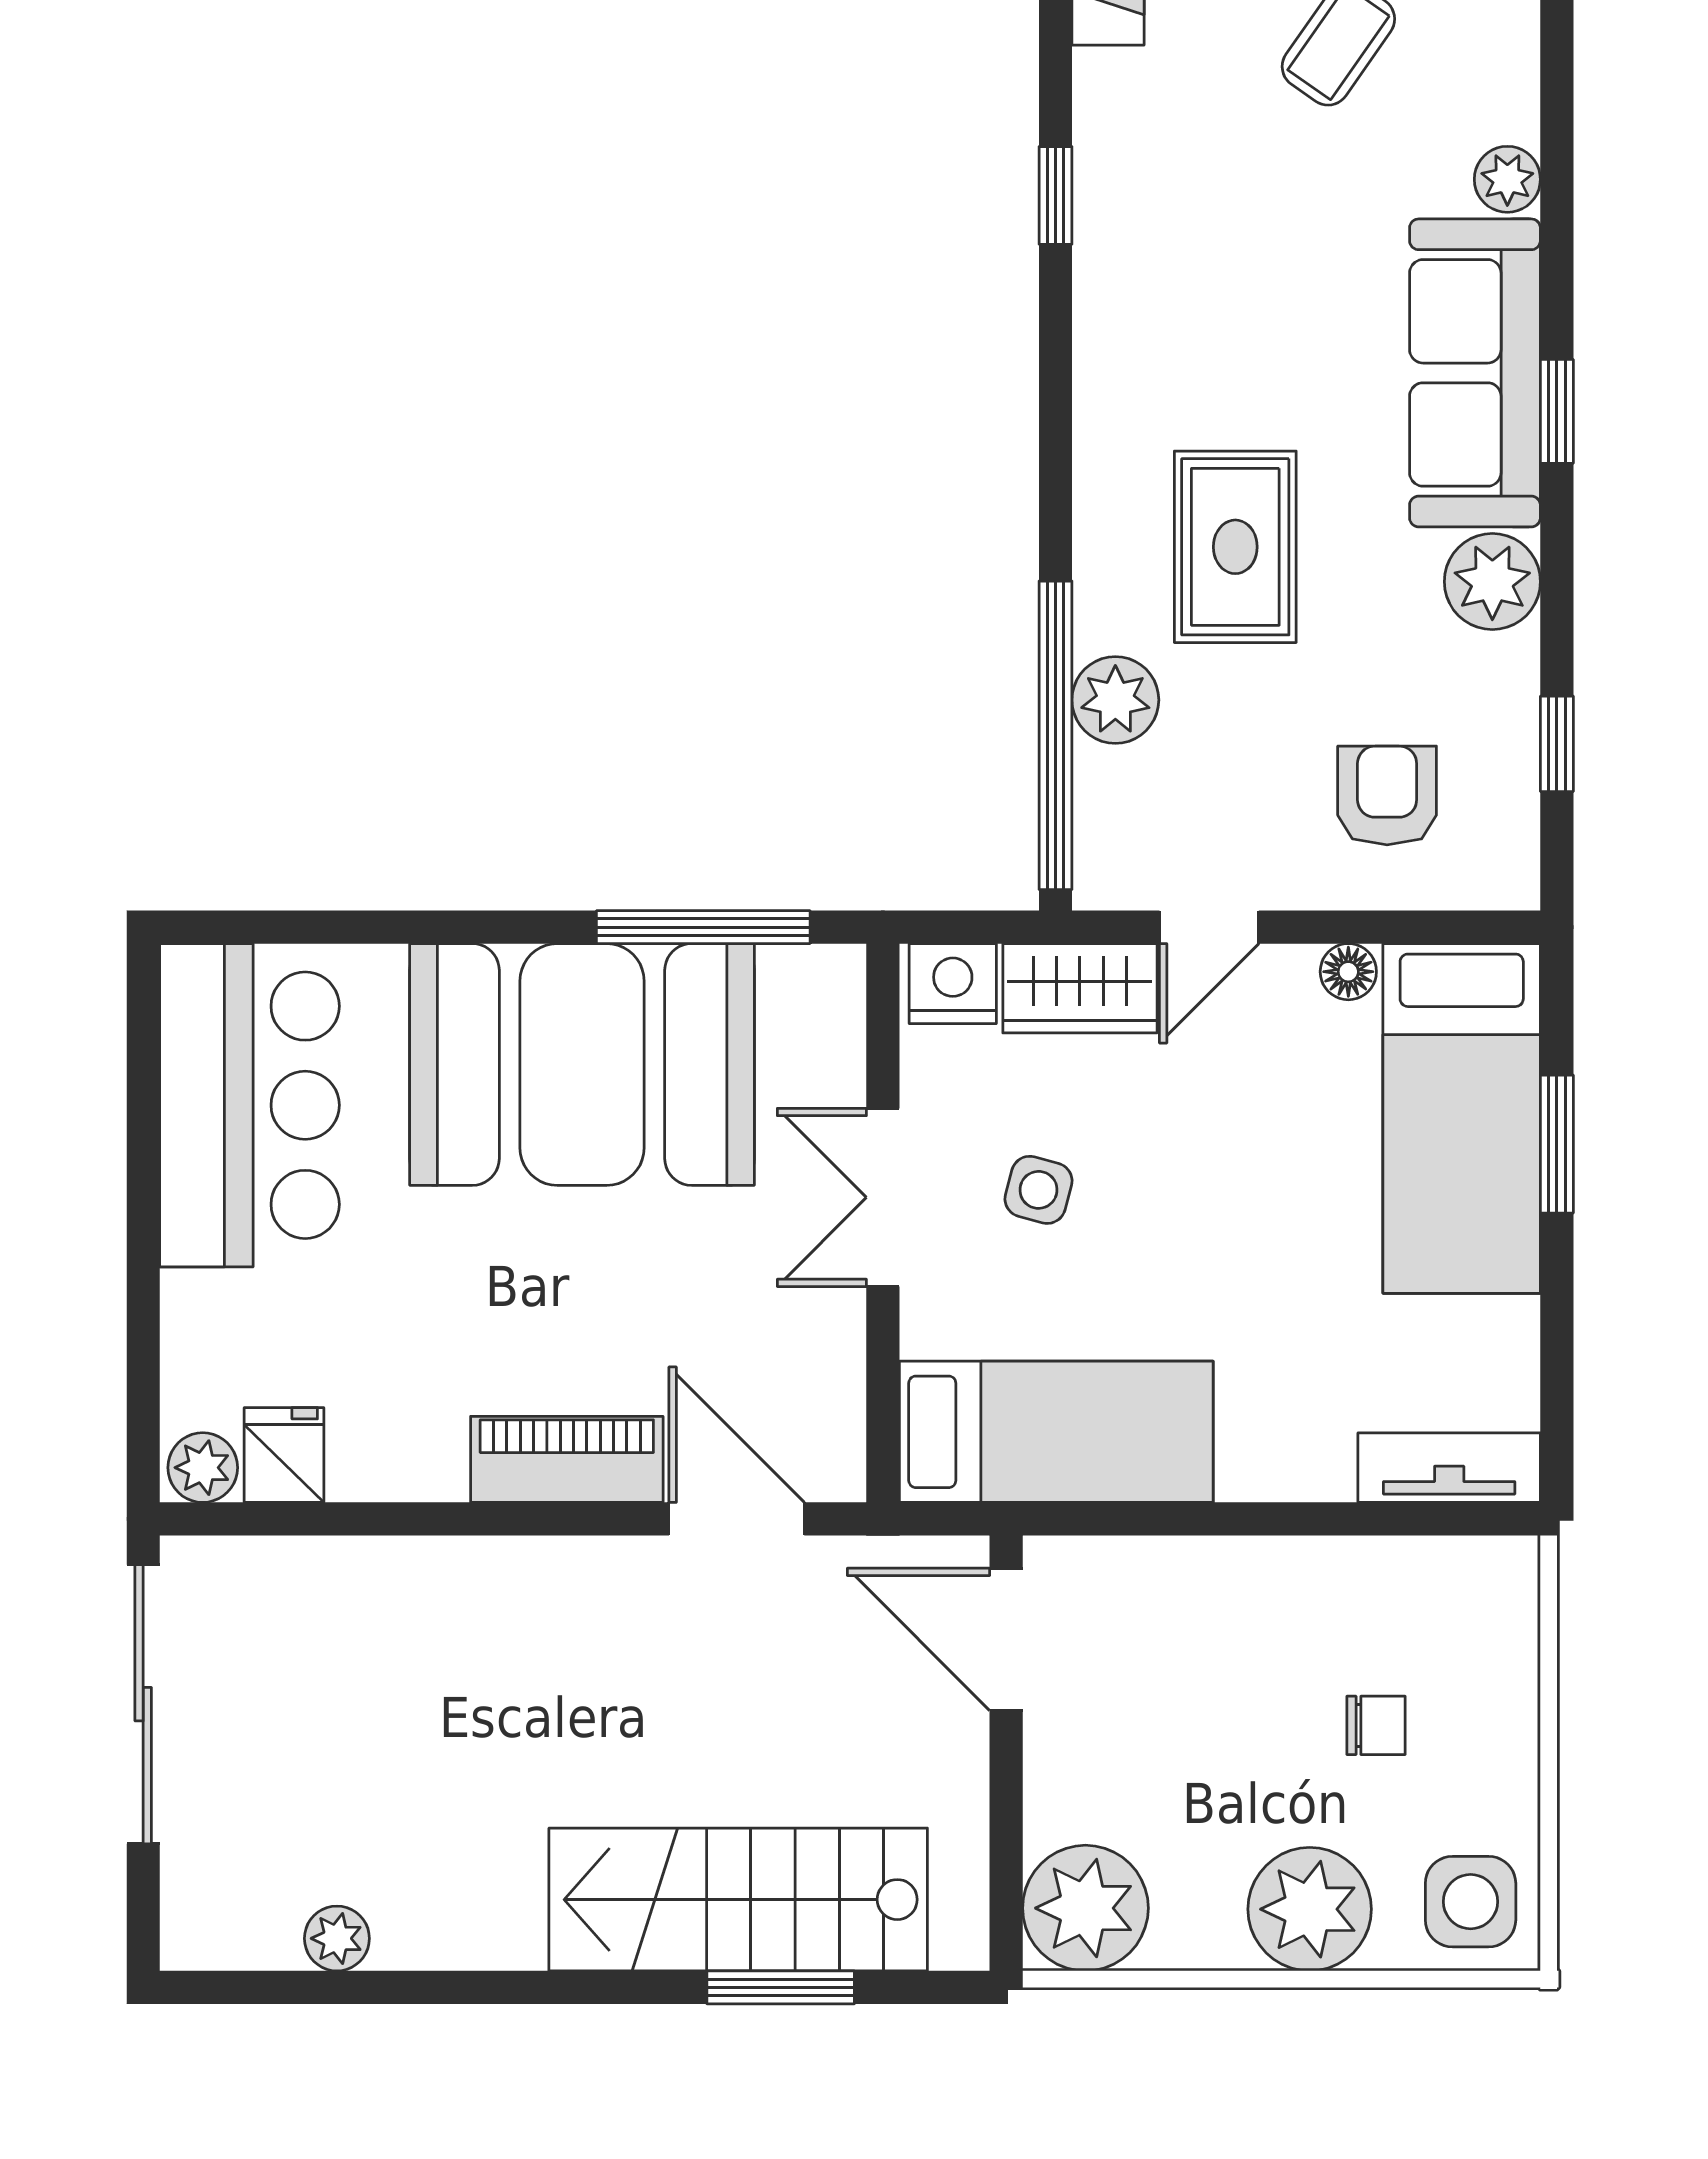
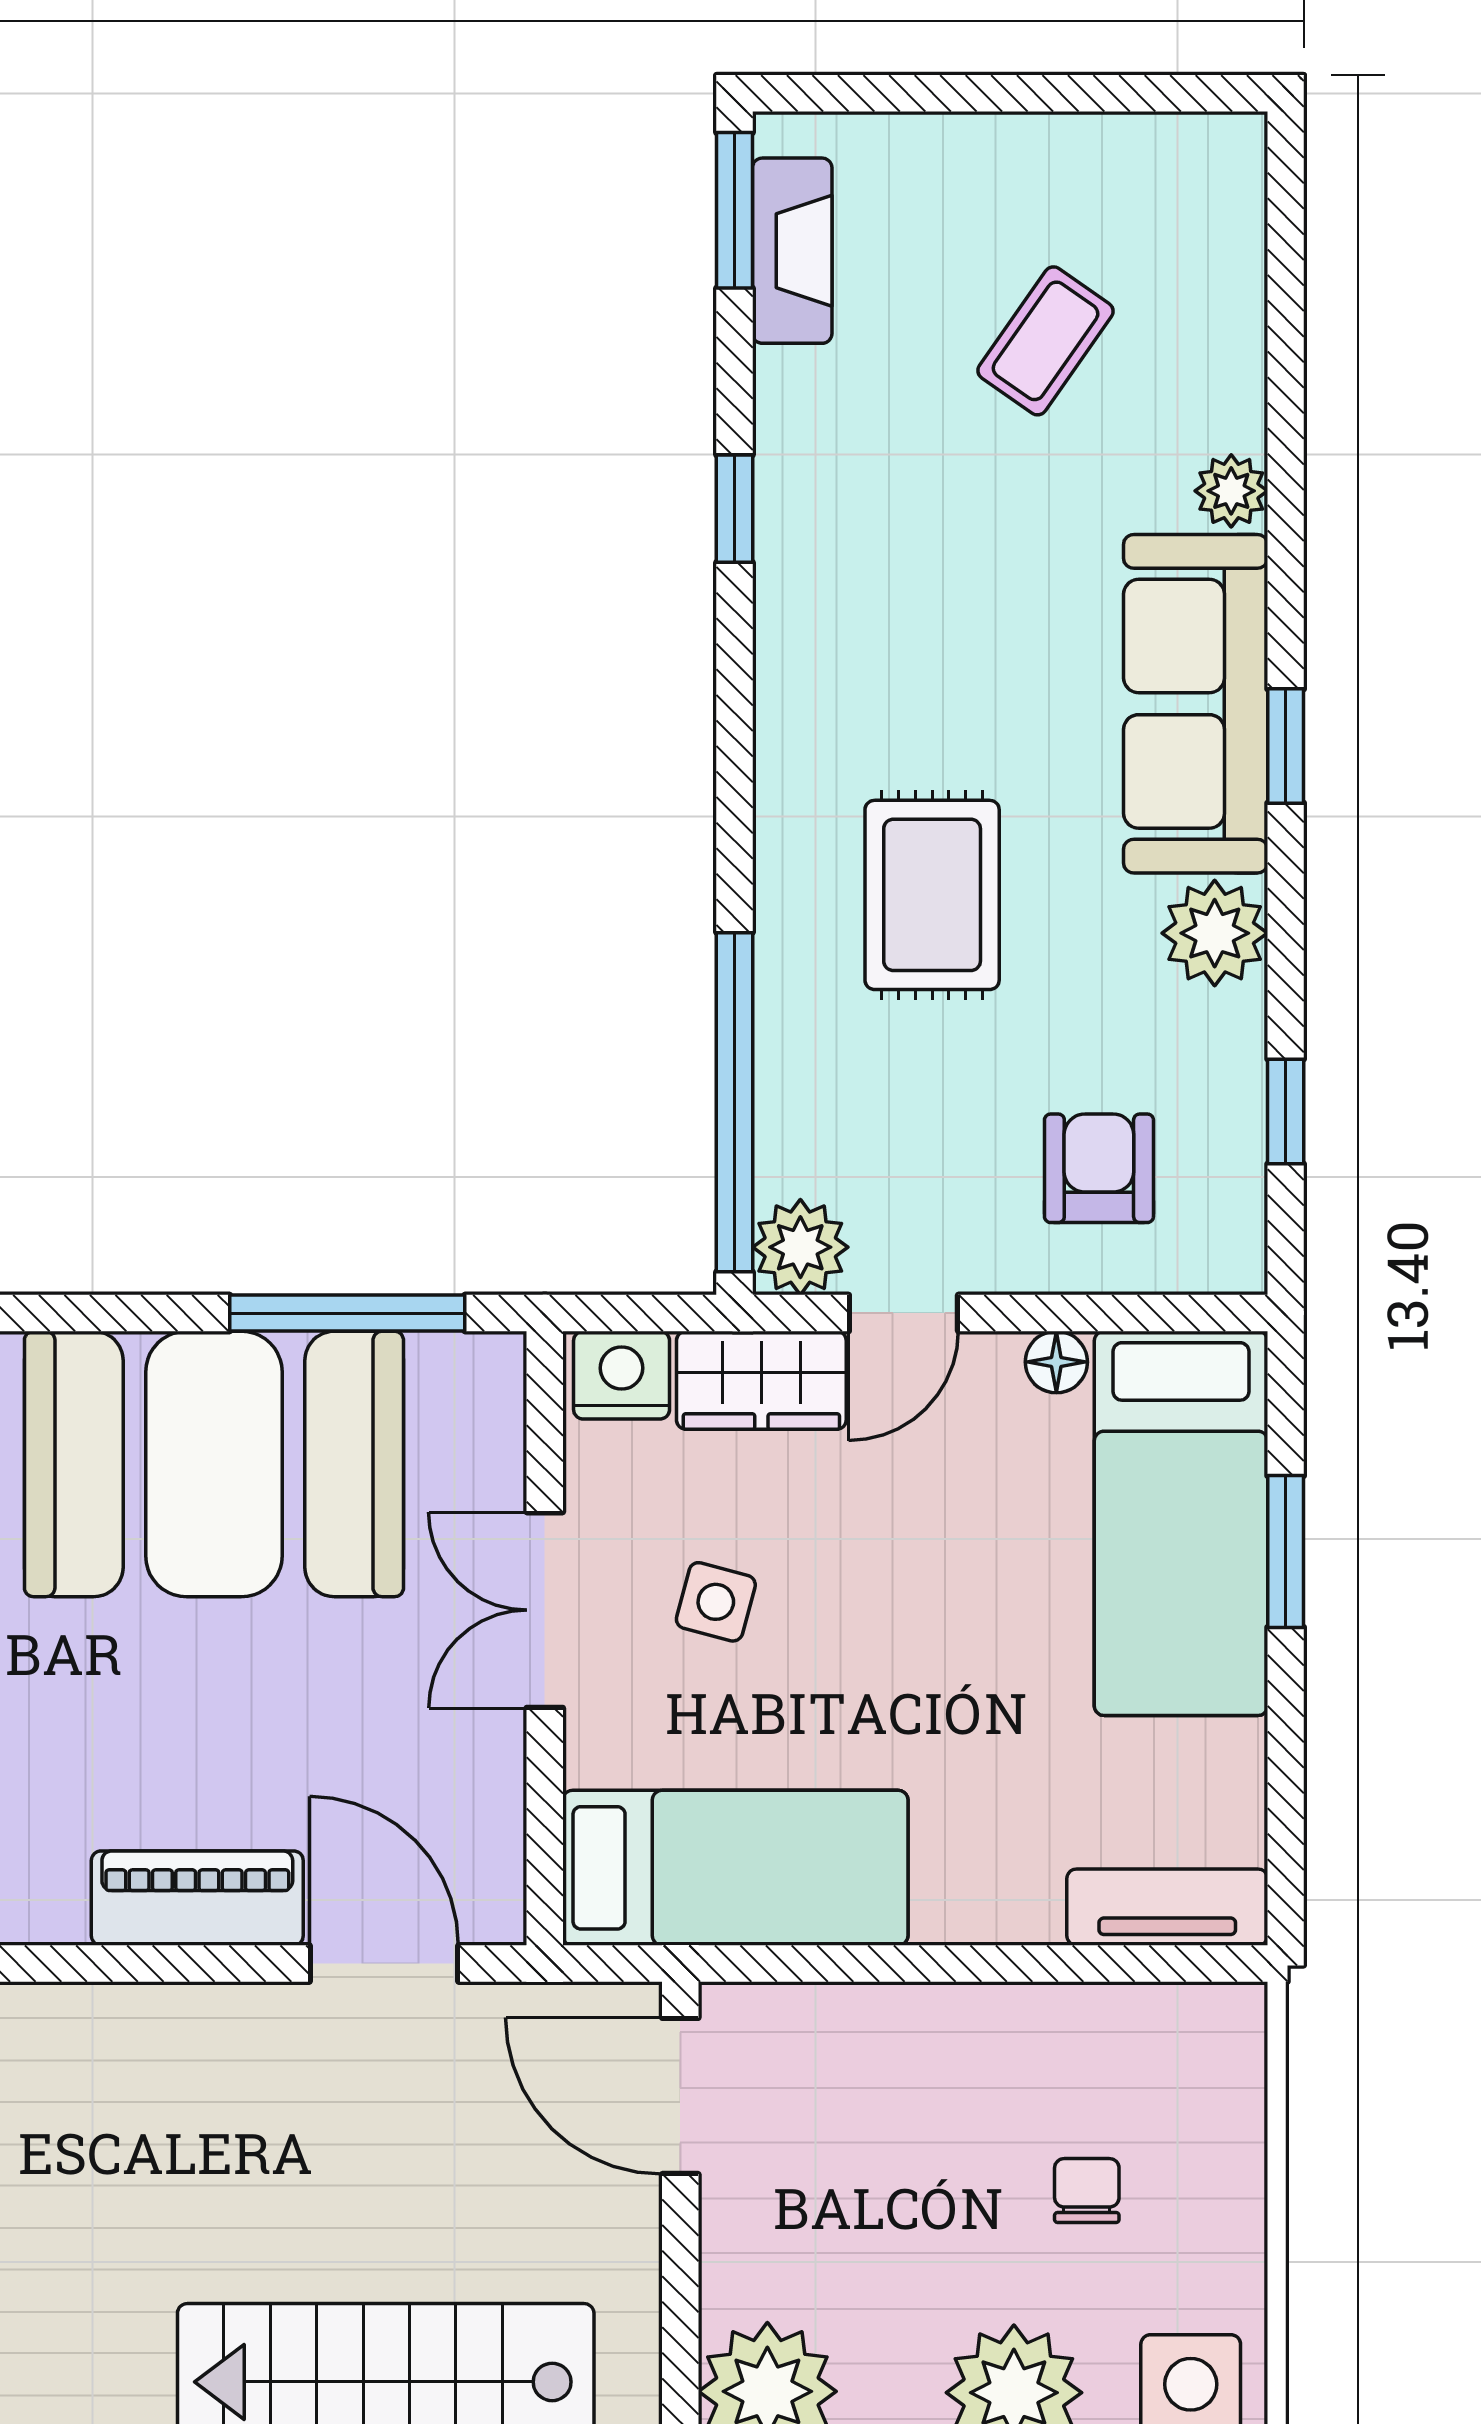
plant: (1115, 700) -> (800, 1247), moved
chair: (1376, 1725) -> (1087, 2191), turned -90

